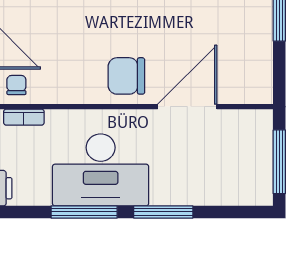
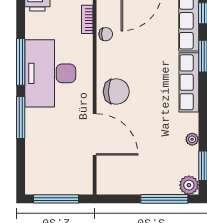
chair: (126, 76) -> (116, 92), turned 90
chair: (16, 85) -> (106, 34), moved

